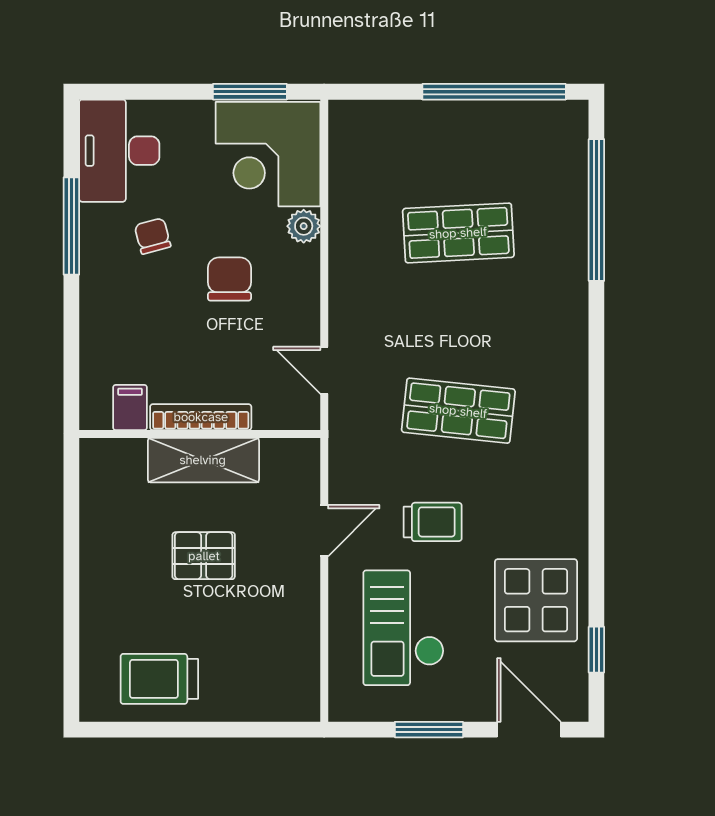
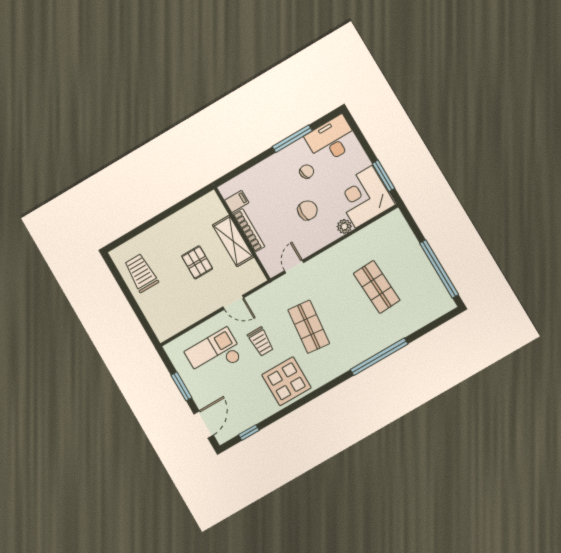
window: (596, 210) -> (379, 357), moved
display table: (536, 600) -> (286, 381), moved

